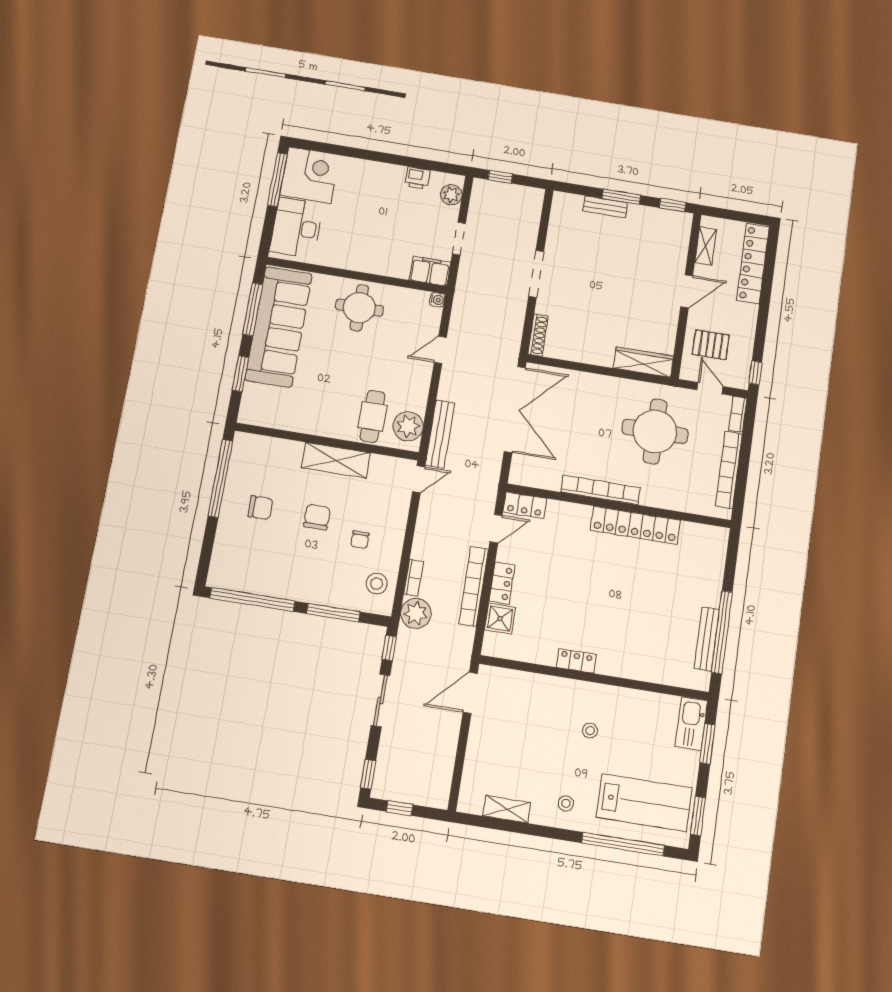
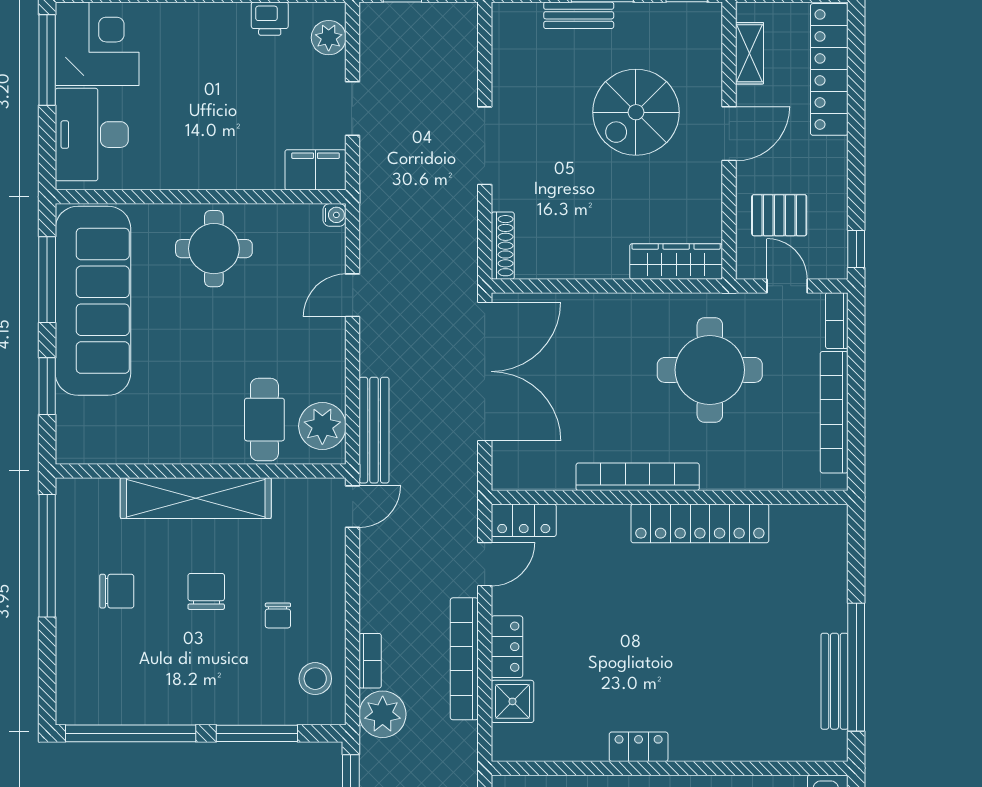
spiral stairs: (632, 269) -> (636, 112), added
shelving: (336, 460) -> (196, 498), width x1.47

